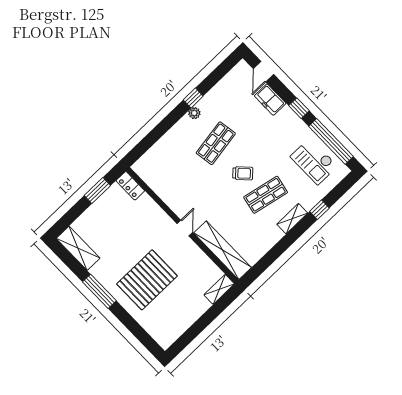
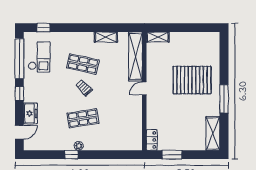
window: (319, 210) -> (43, 28), moved
shelving: (292, 219) -> (106, 37), moved

